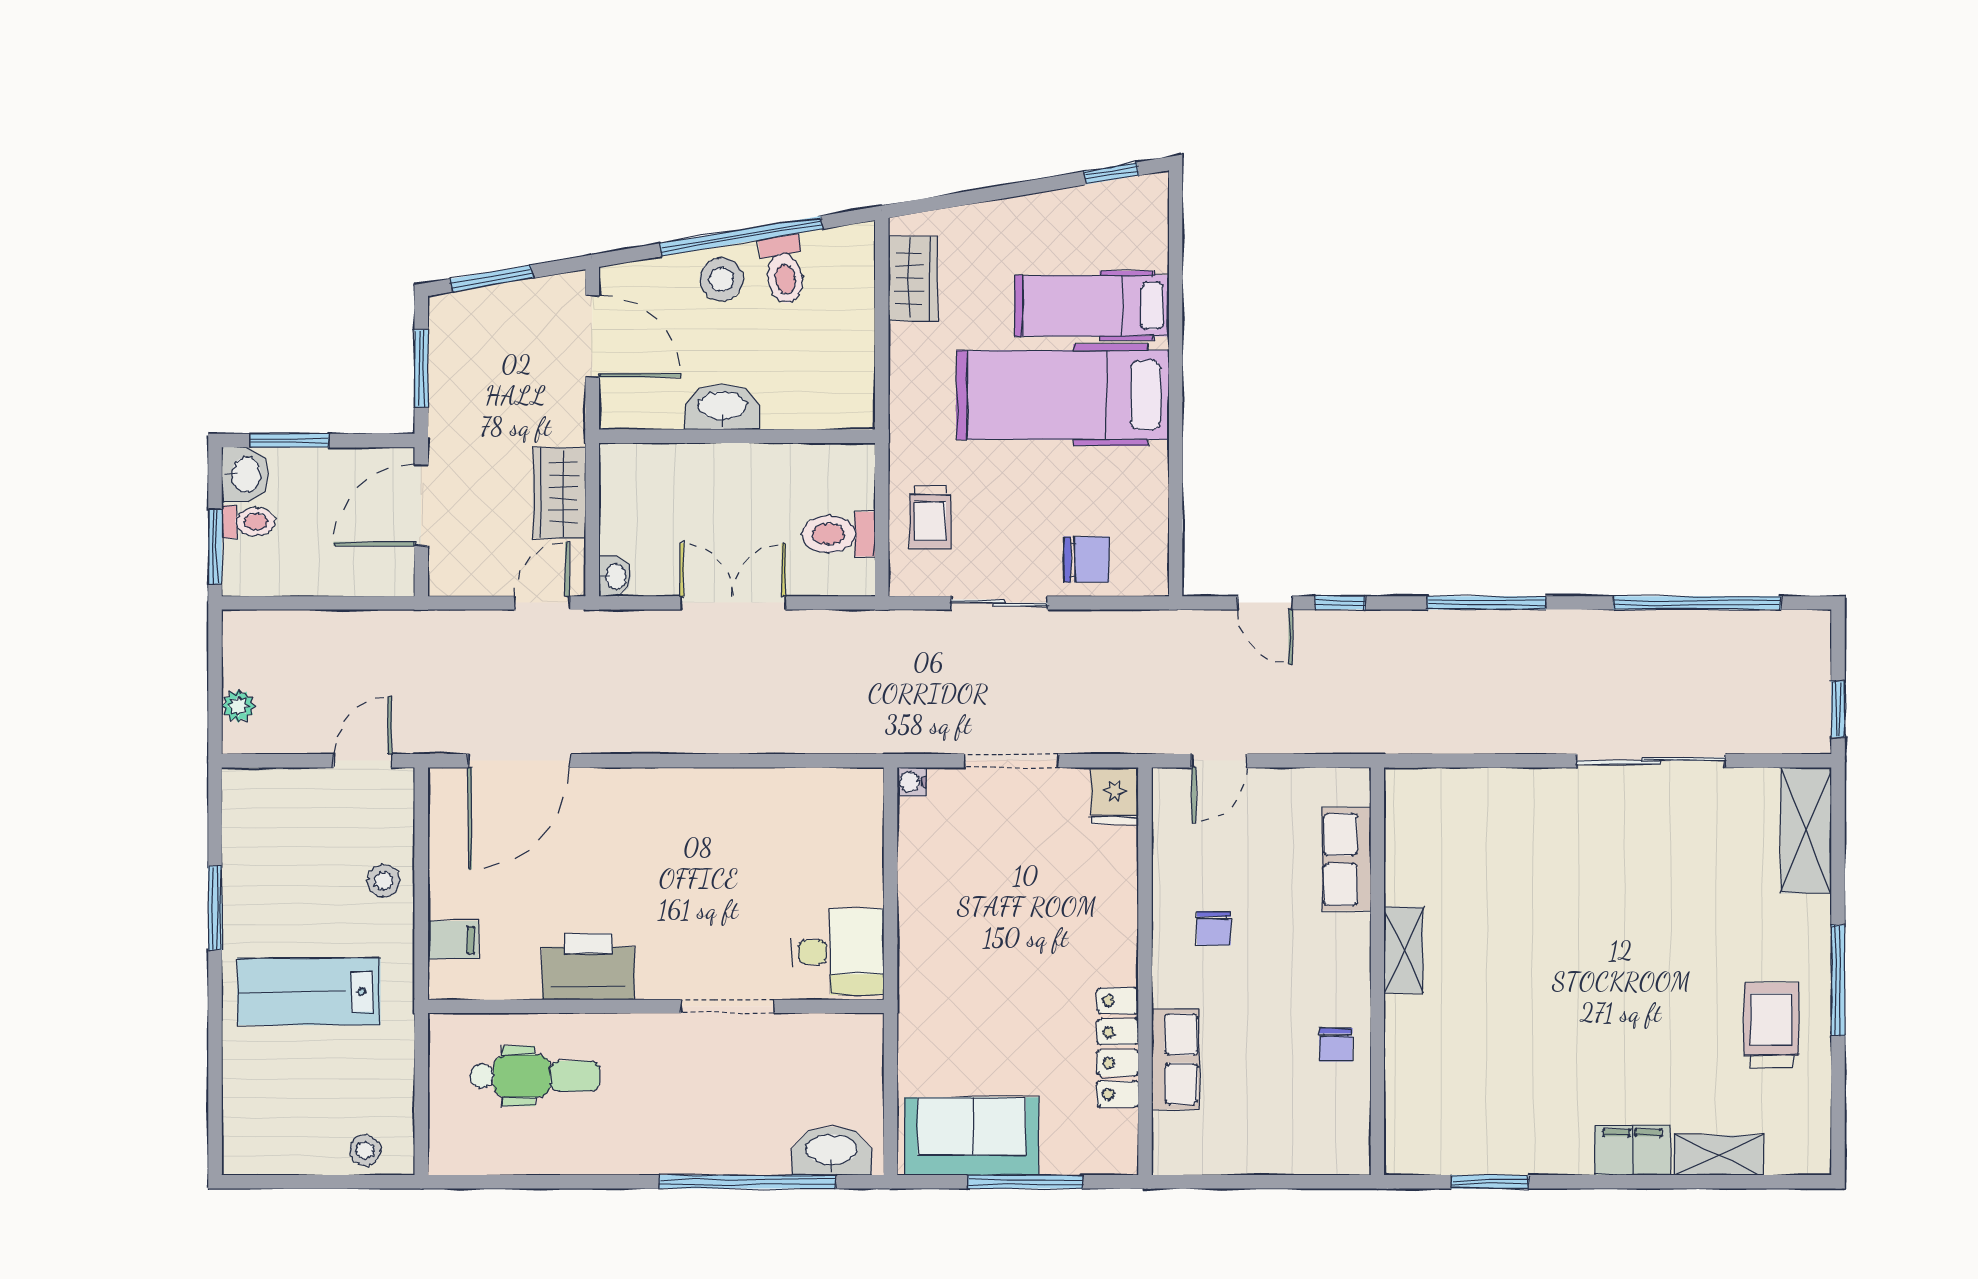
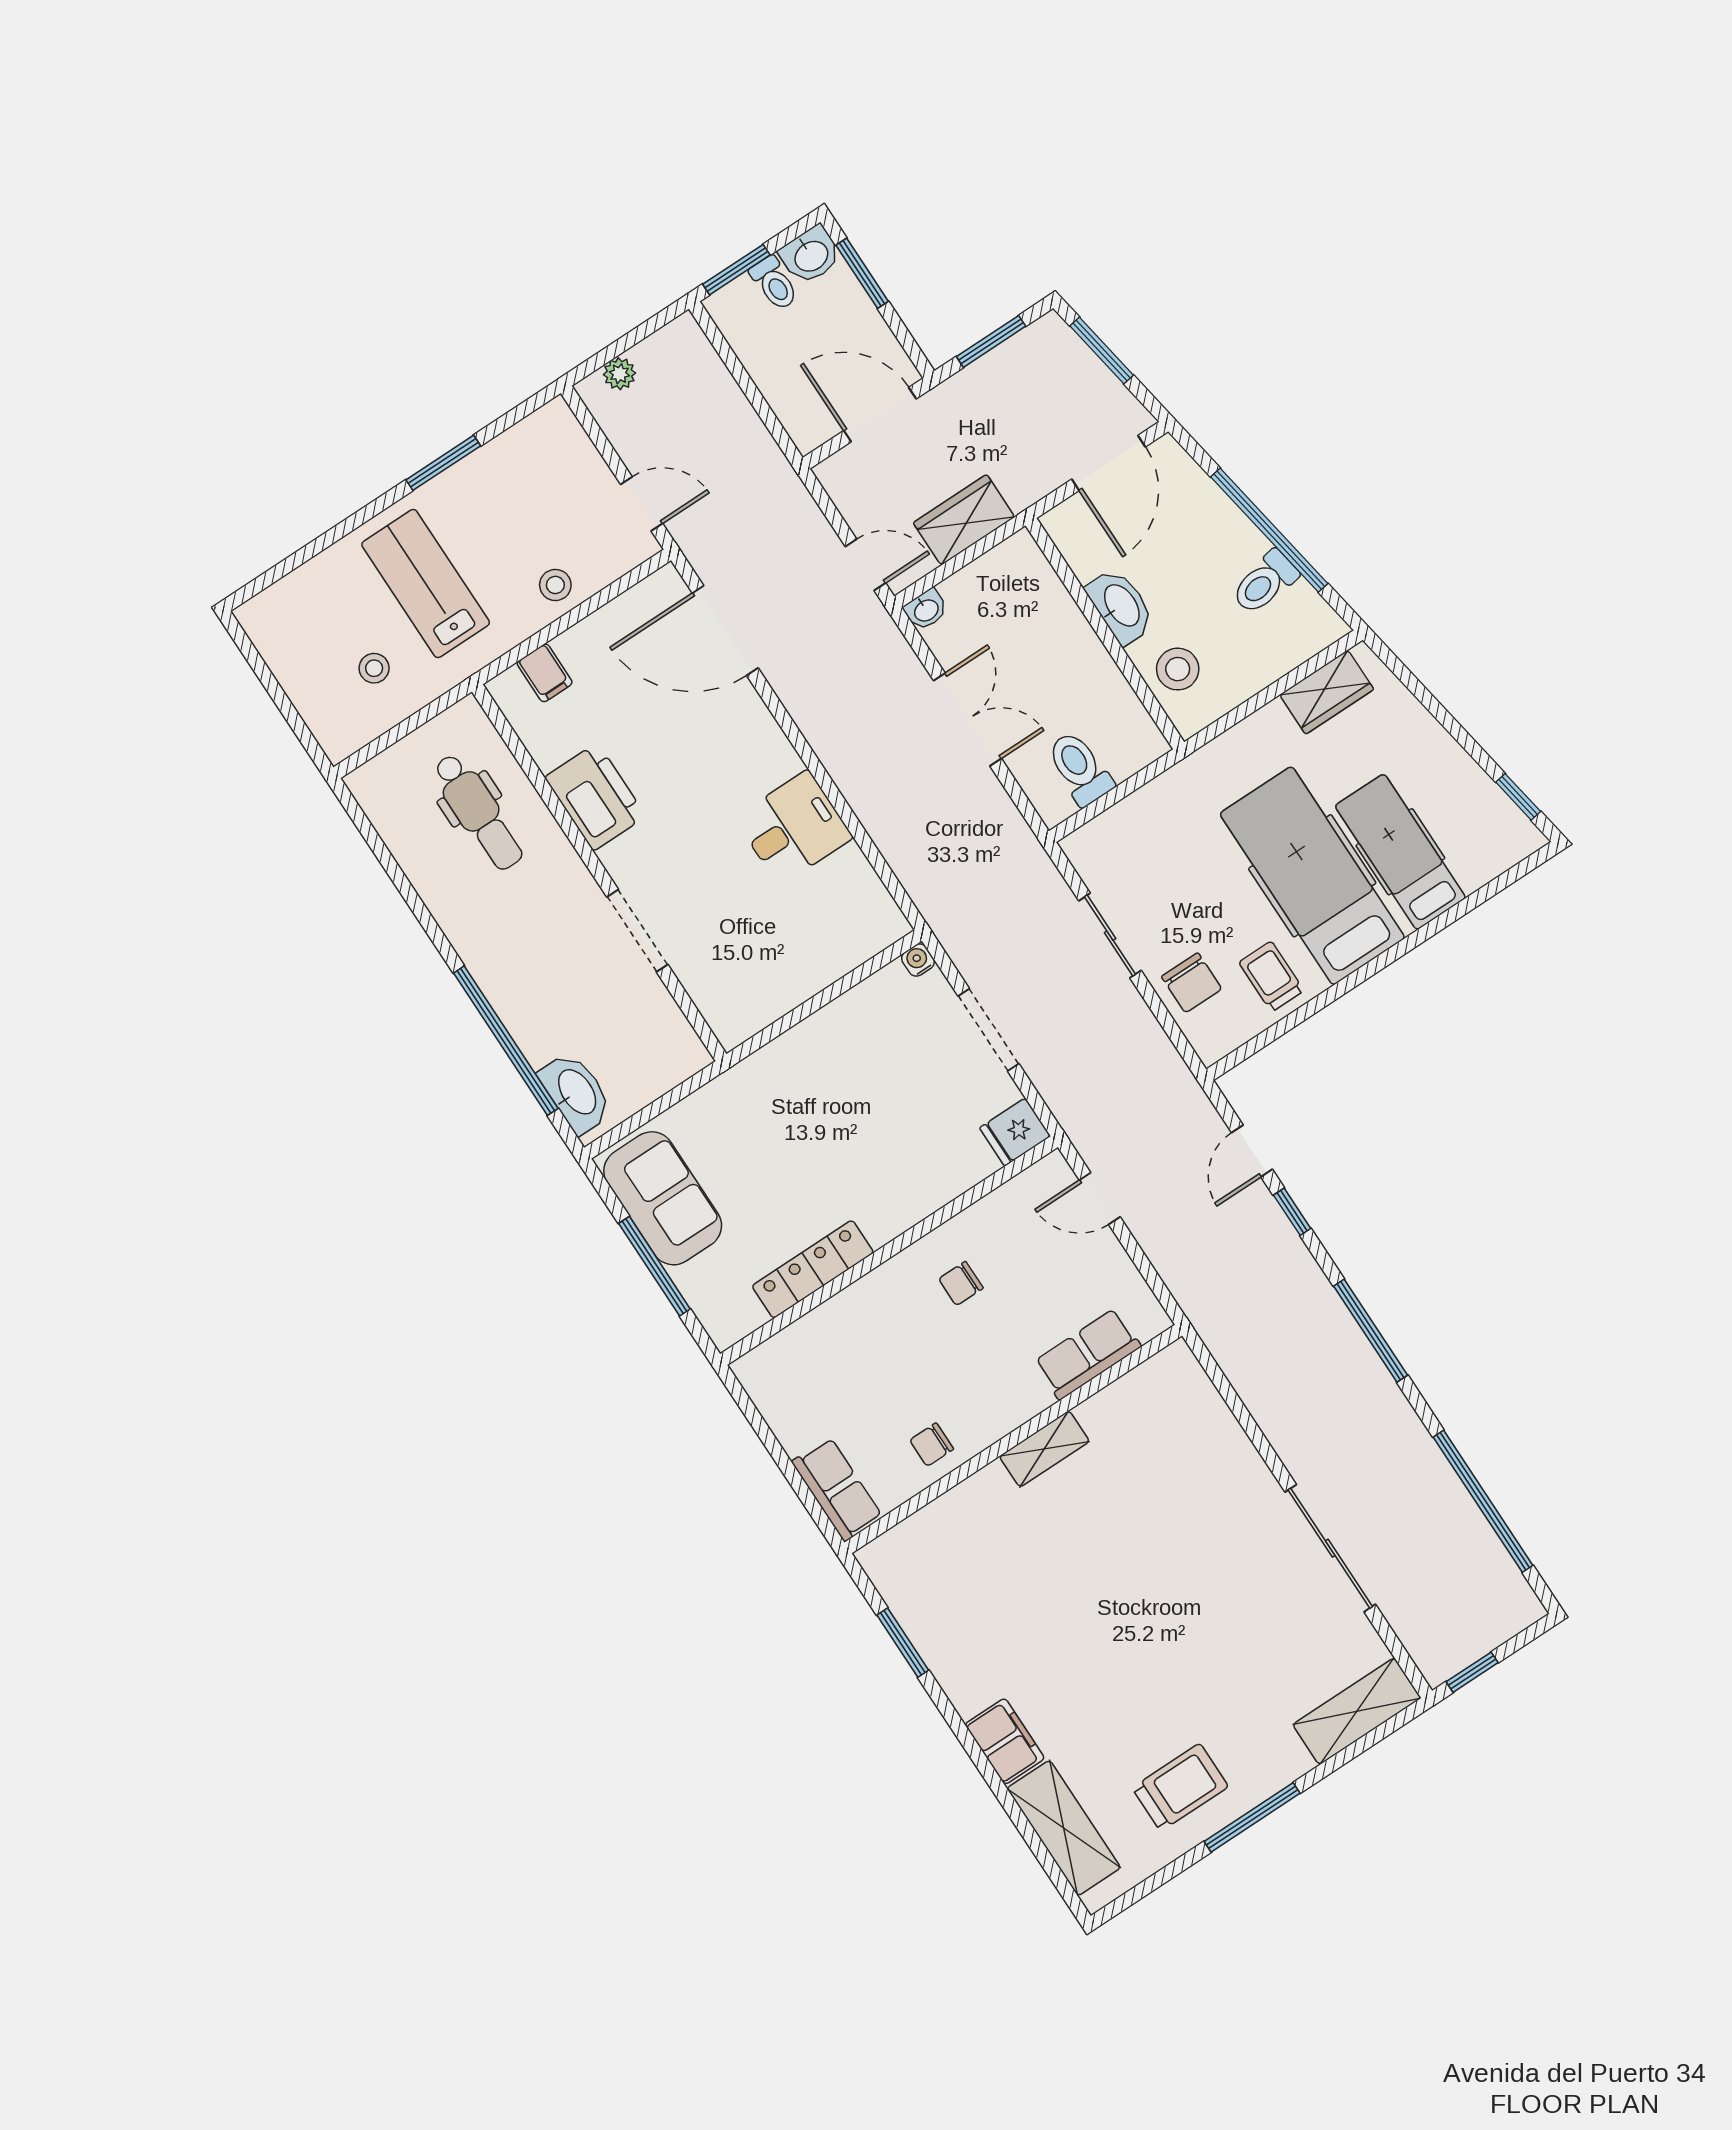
stool: (721, 279) -> (1178, 669), moved
trolley: (930, 517) -> (1271, 976), moved, turned 90
desk: (838, 952) -> (794, 828), moved, turned -90
row of seats: (1176, 1059) -> (837, 1489), moved, turned -90
stool: (365, 1150) -> (374, 668), moved
shelving: (1718, 1155) -> (1064, 1828), width x1.50, depth x1.33

